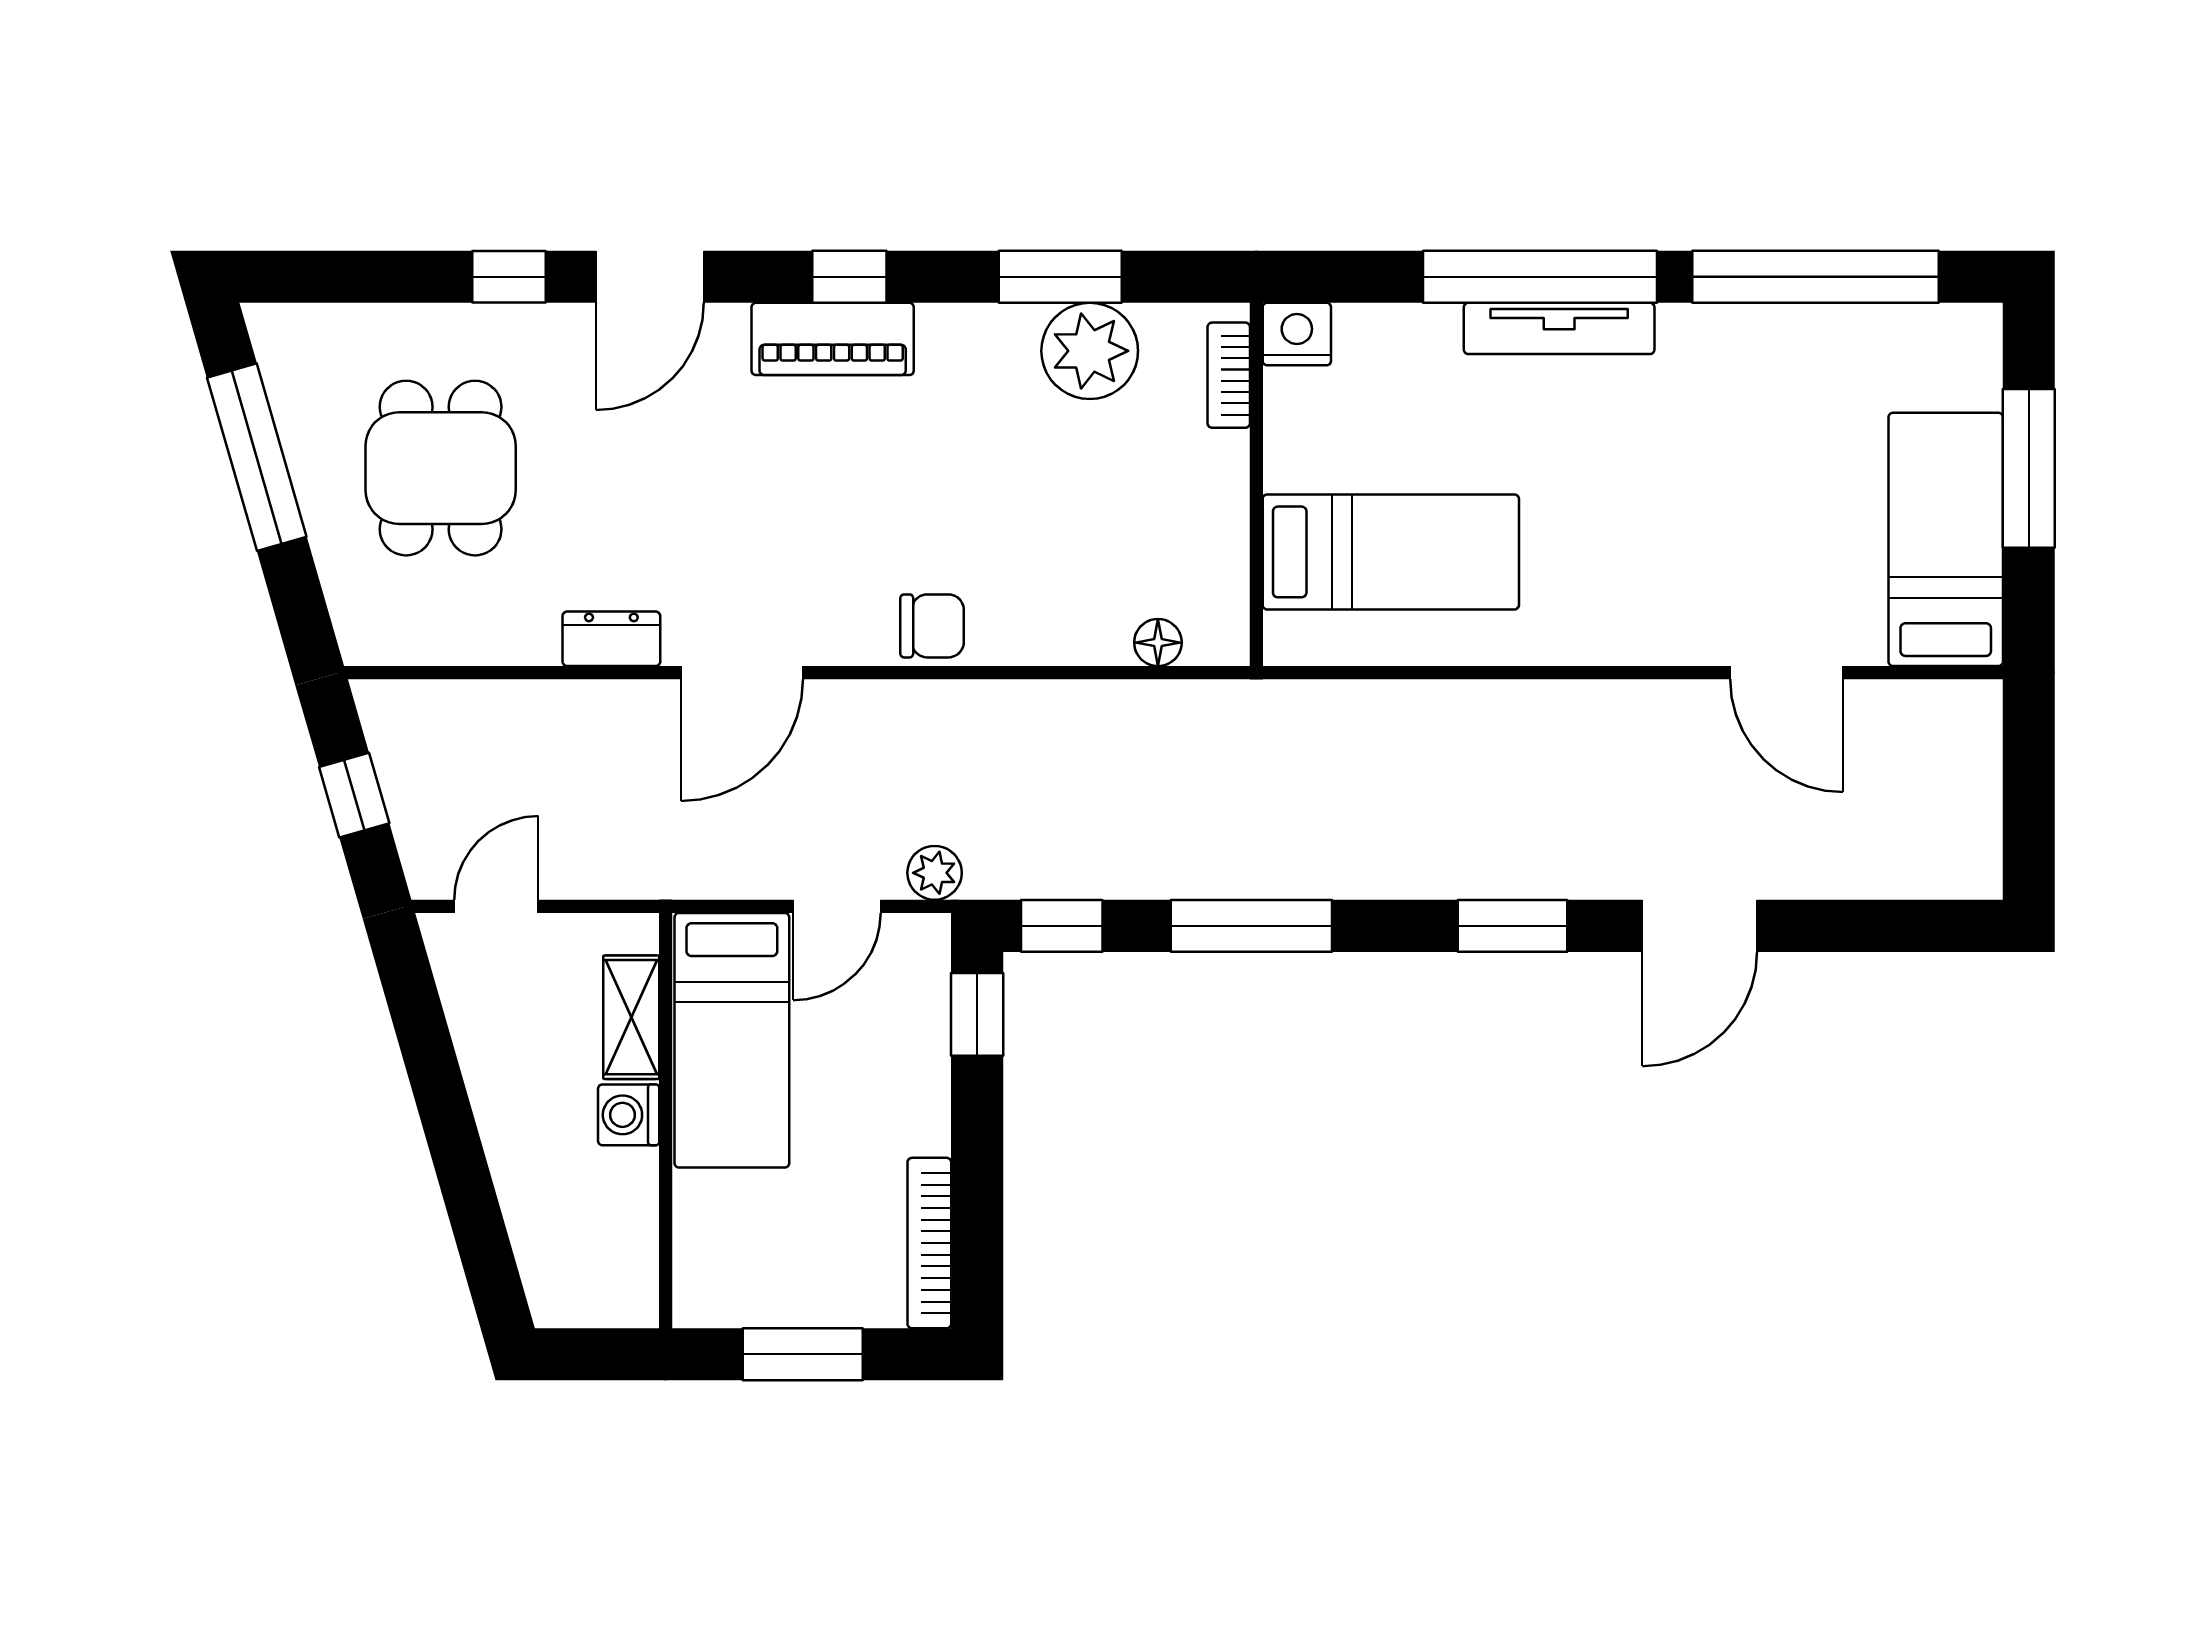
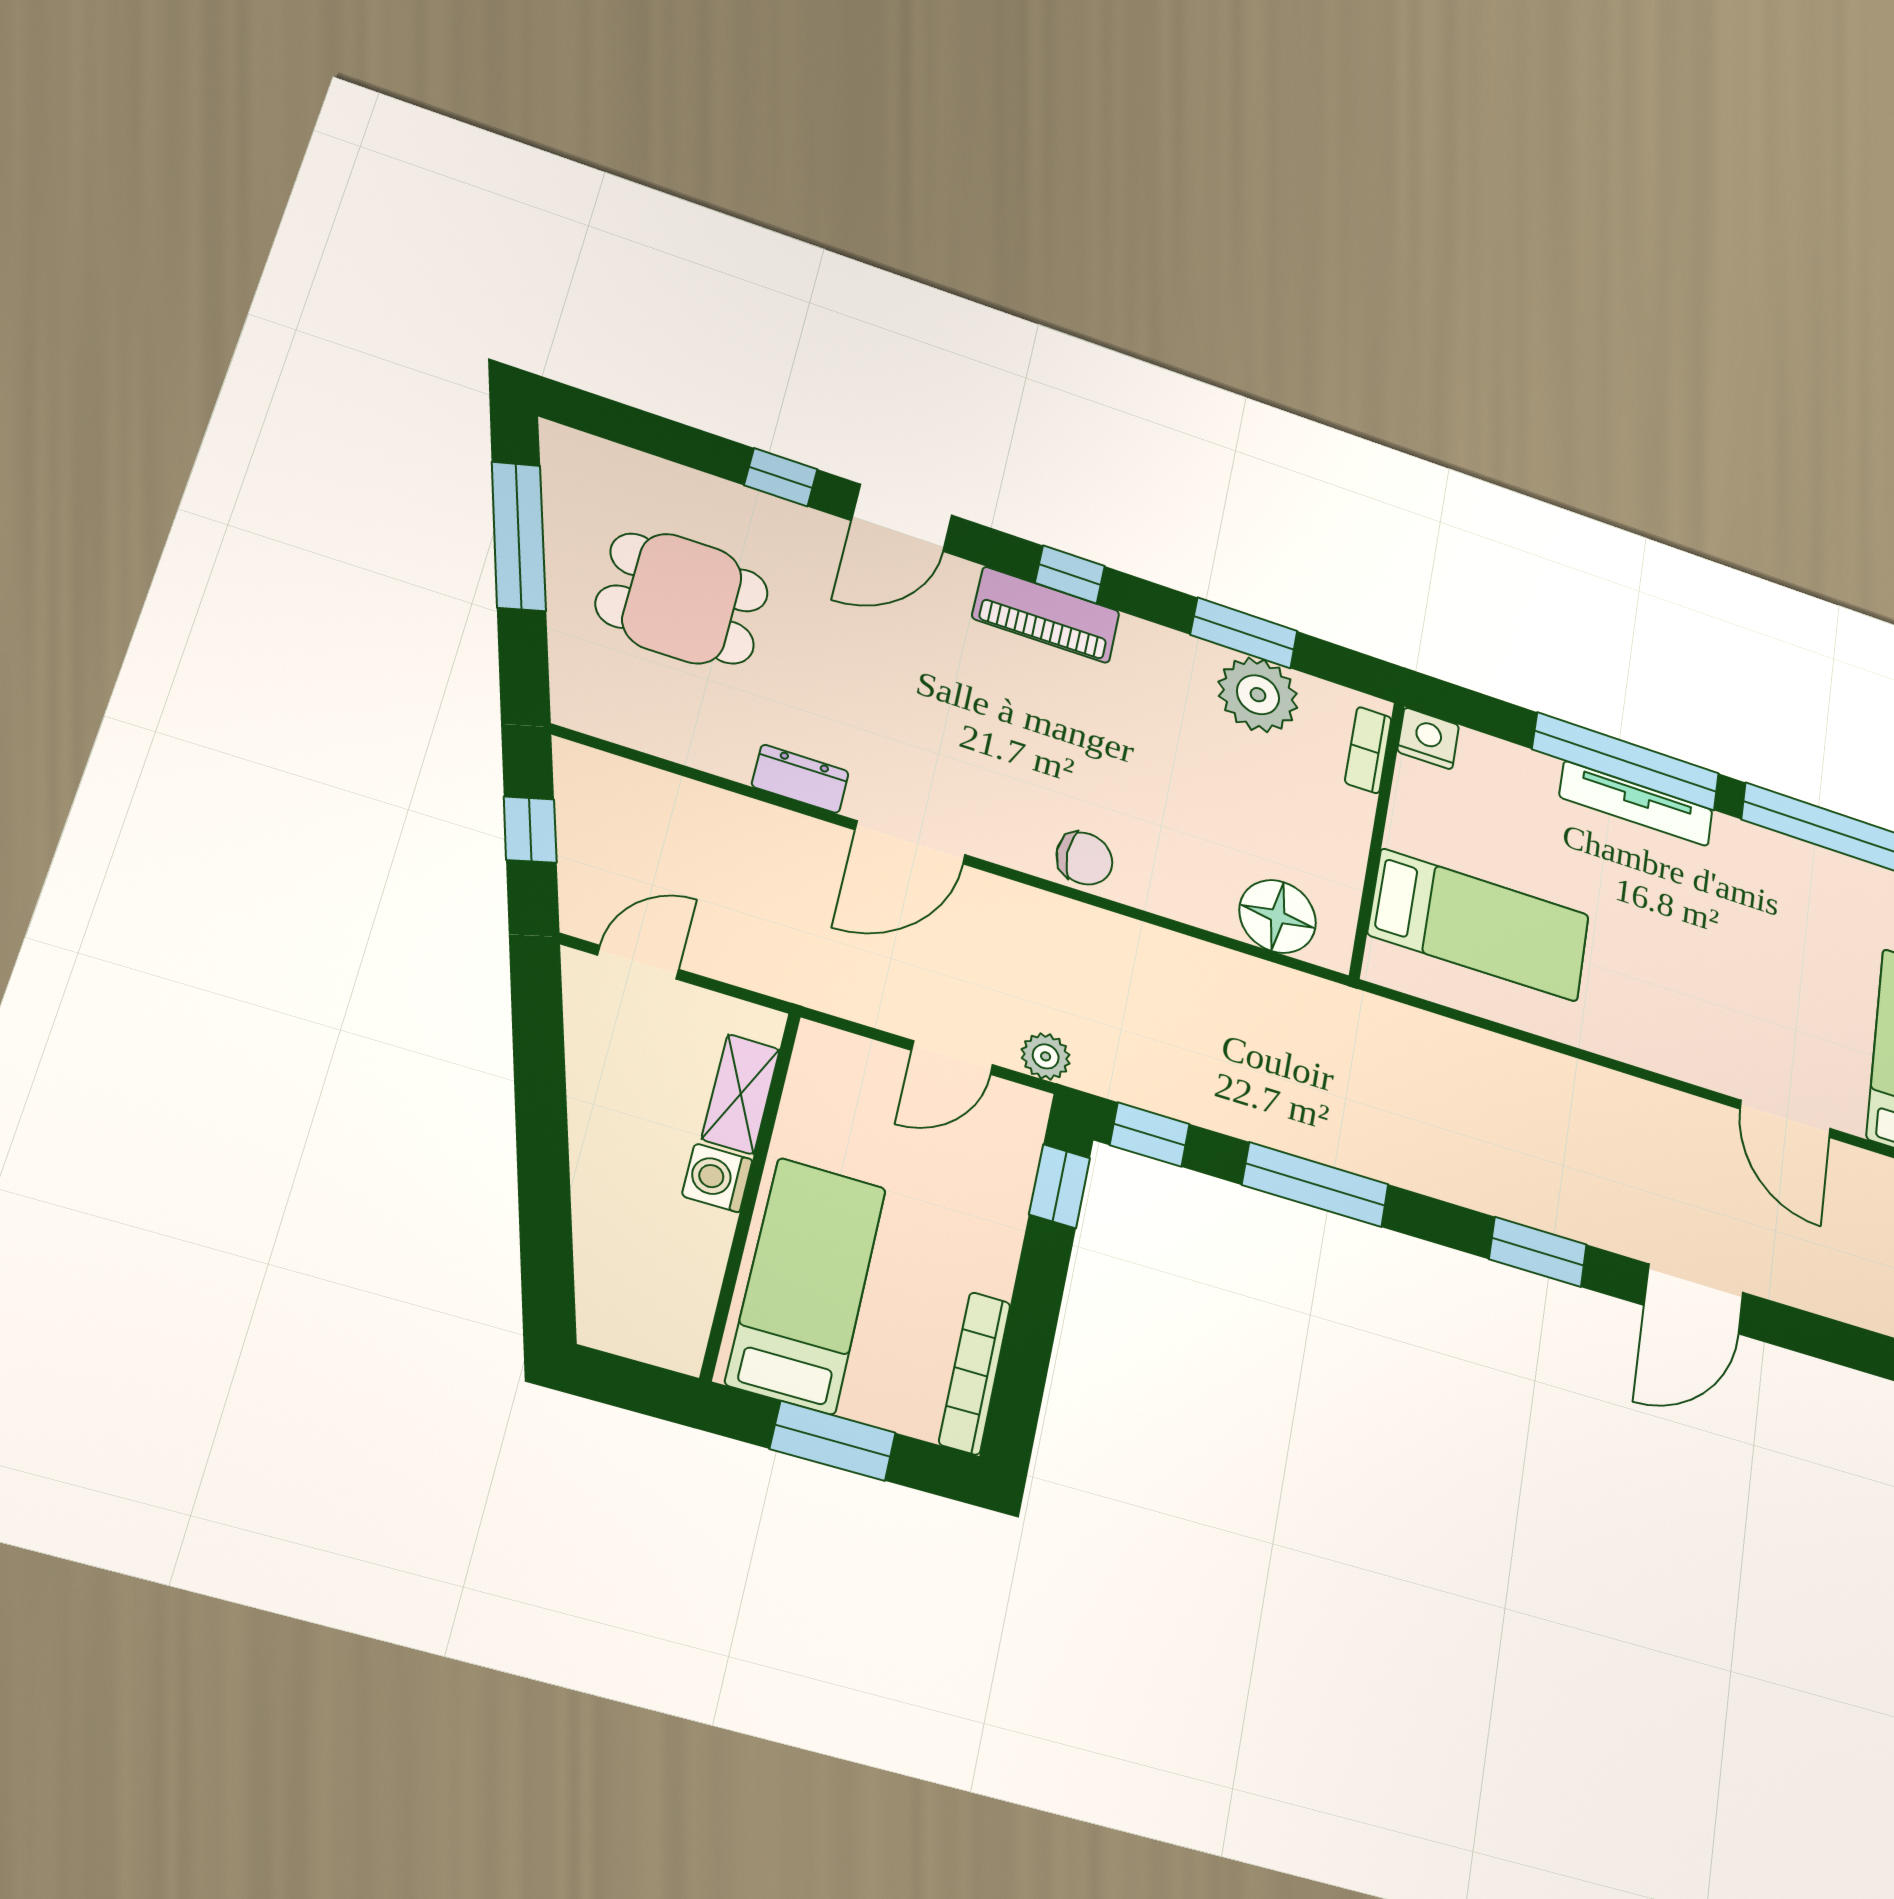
dining table: (441, 468) -> (682, 598), turned 90
floor lamp: (1158, 643) -> (1278, 916), width x1.89, depth x1.89
bed: (732, 1040) -> (806, 1285), moved, turned 180

